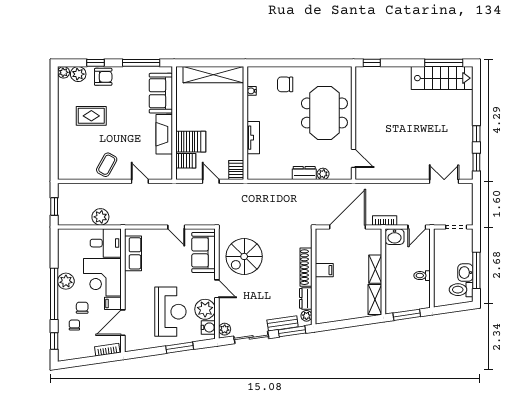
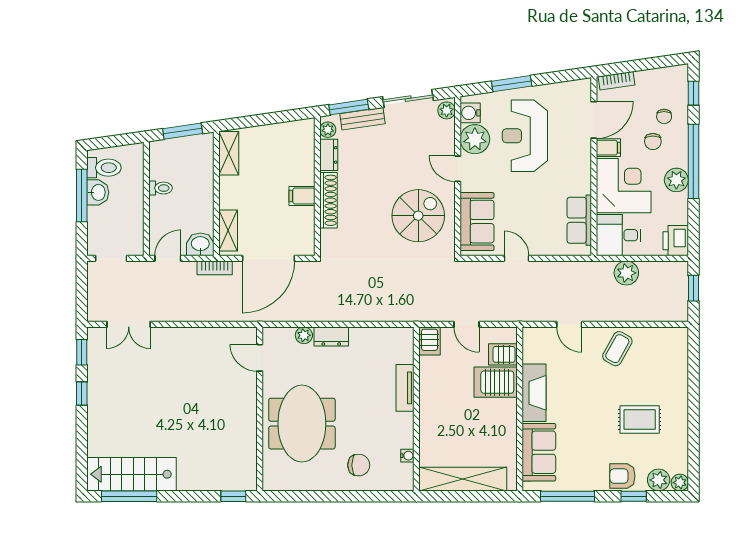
printer: (66, 239) -> (676, 241), added
shelving: (375, 269) -> (228, 230), moved

